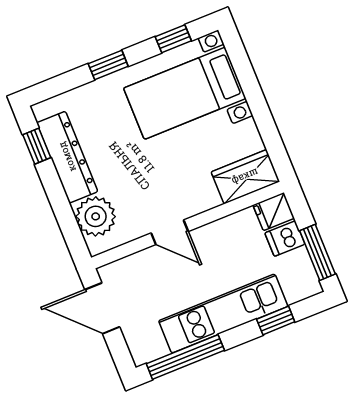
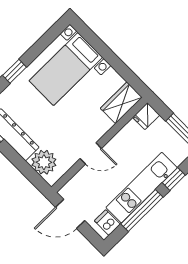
window: (173, 39) -> (46, 40), removed
dishwasher: (285, 239) -> (107, 223), moved, turned 90
window: (185, 357) -> (142, 210), moved

